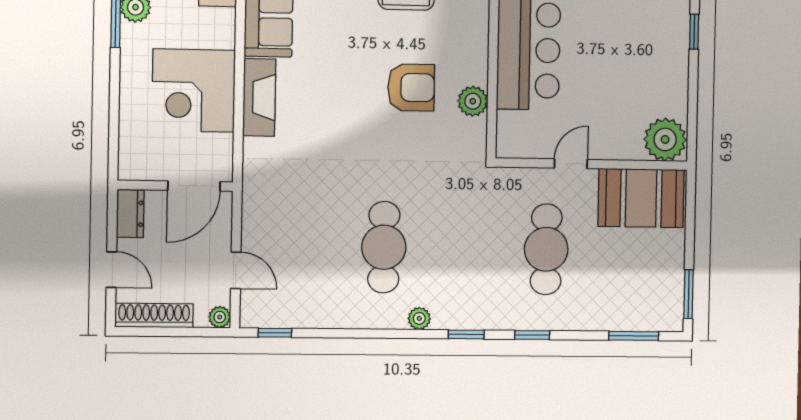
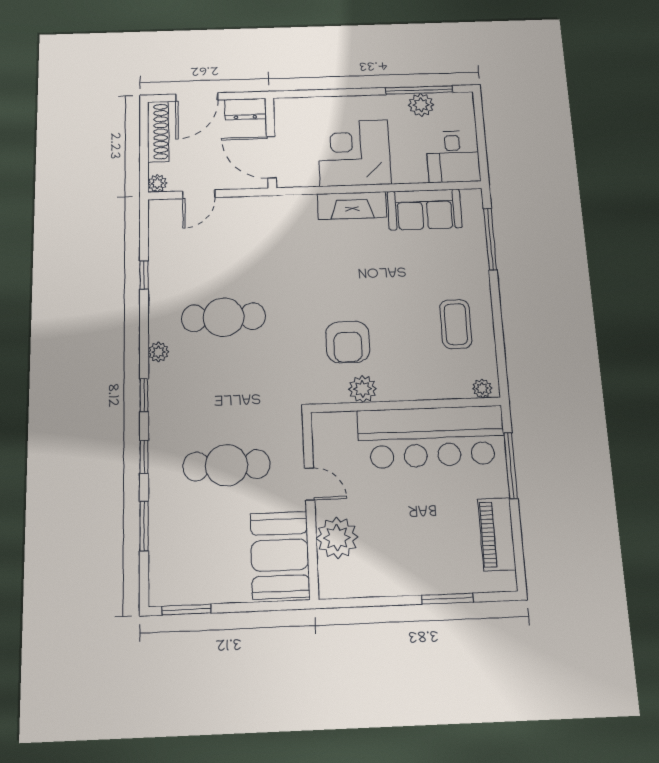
window: (694, 32) -> (447, 599), width x1.50
armchair: (411, 87) -> (348, 342), moved
plant: (665, 139) -> (337, 538), moved
door: (111, 270) -> (197, 97), width x1.37
window: (275, 333) -> (144, 275), moved
window: (634, 336) -> (144, 526), moved

